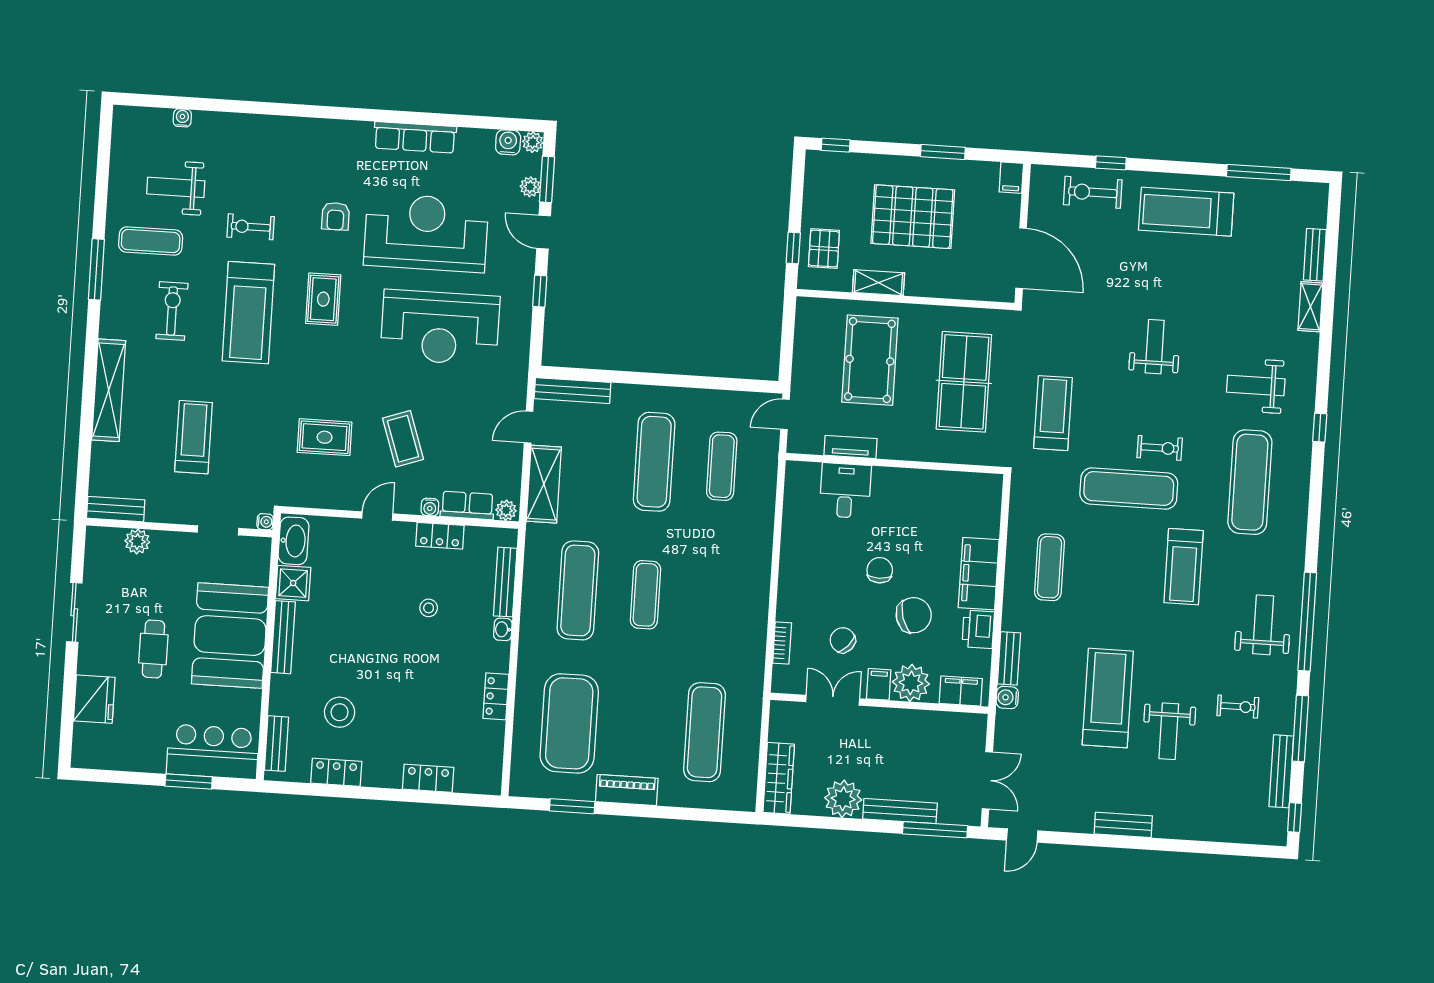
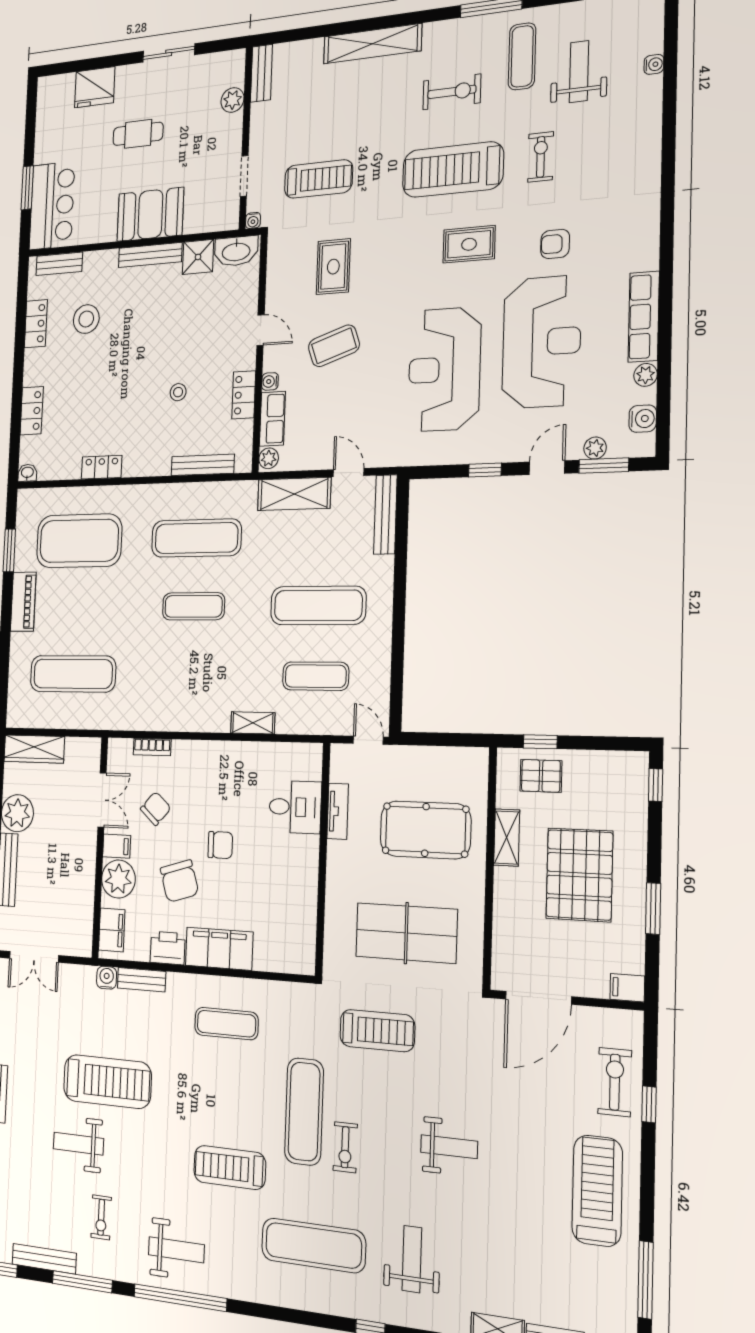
plant: (533, 142) -> (646, 375), moved
treadmill: (194, 437) -> (319, 179), moved
shelving: (763, 533) -> (253, 723), added
washbasin: (503, 629) -> (27, 473), moved
booth: (230, 636) -> (150, 214), width x0.73, depth x0.70

